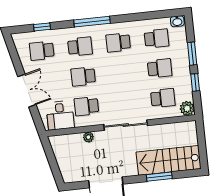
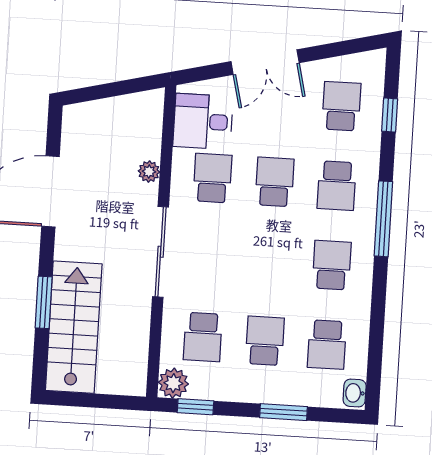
school desk: (160, 68) -> (265, 341), turned 180
window: (195, 82) -> (196, 407), moved

